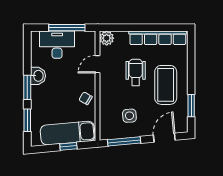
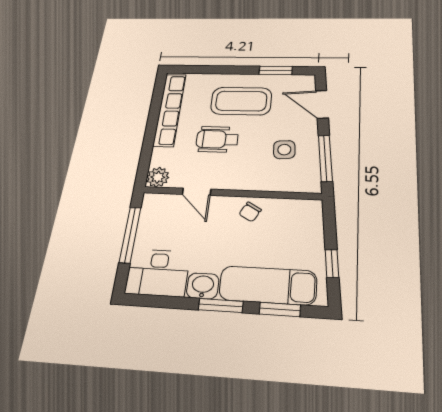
desk: (57, 45) -> (158, 273), moved, turned -90
exam couch: (68, 133) -> (268, 285), moved, turned 95
window: (68, 146) -> (332, 264), moved

